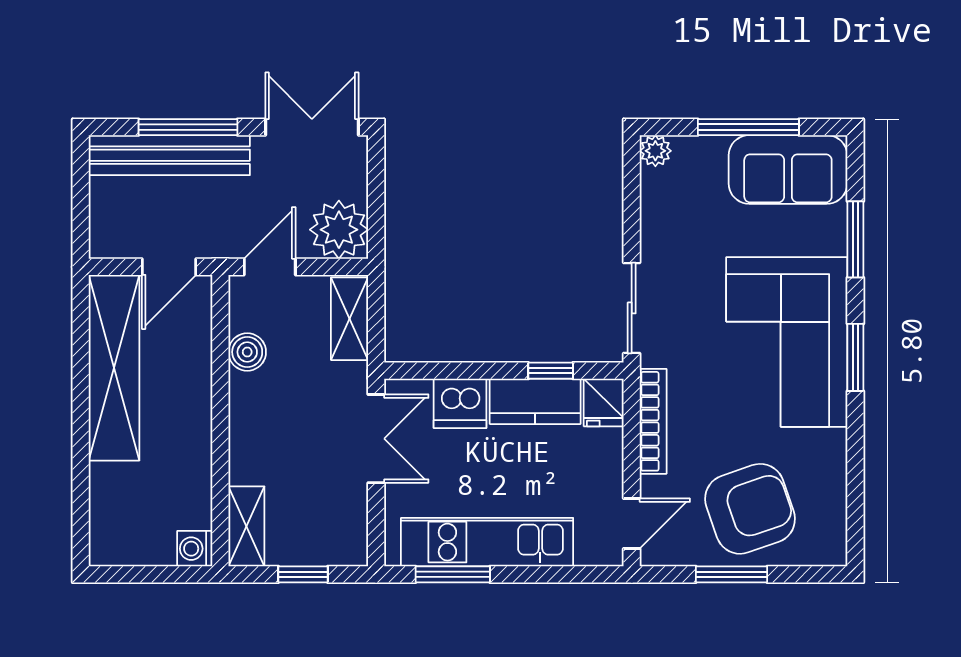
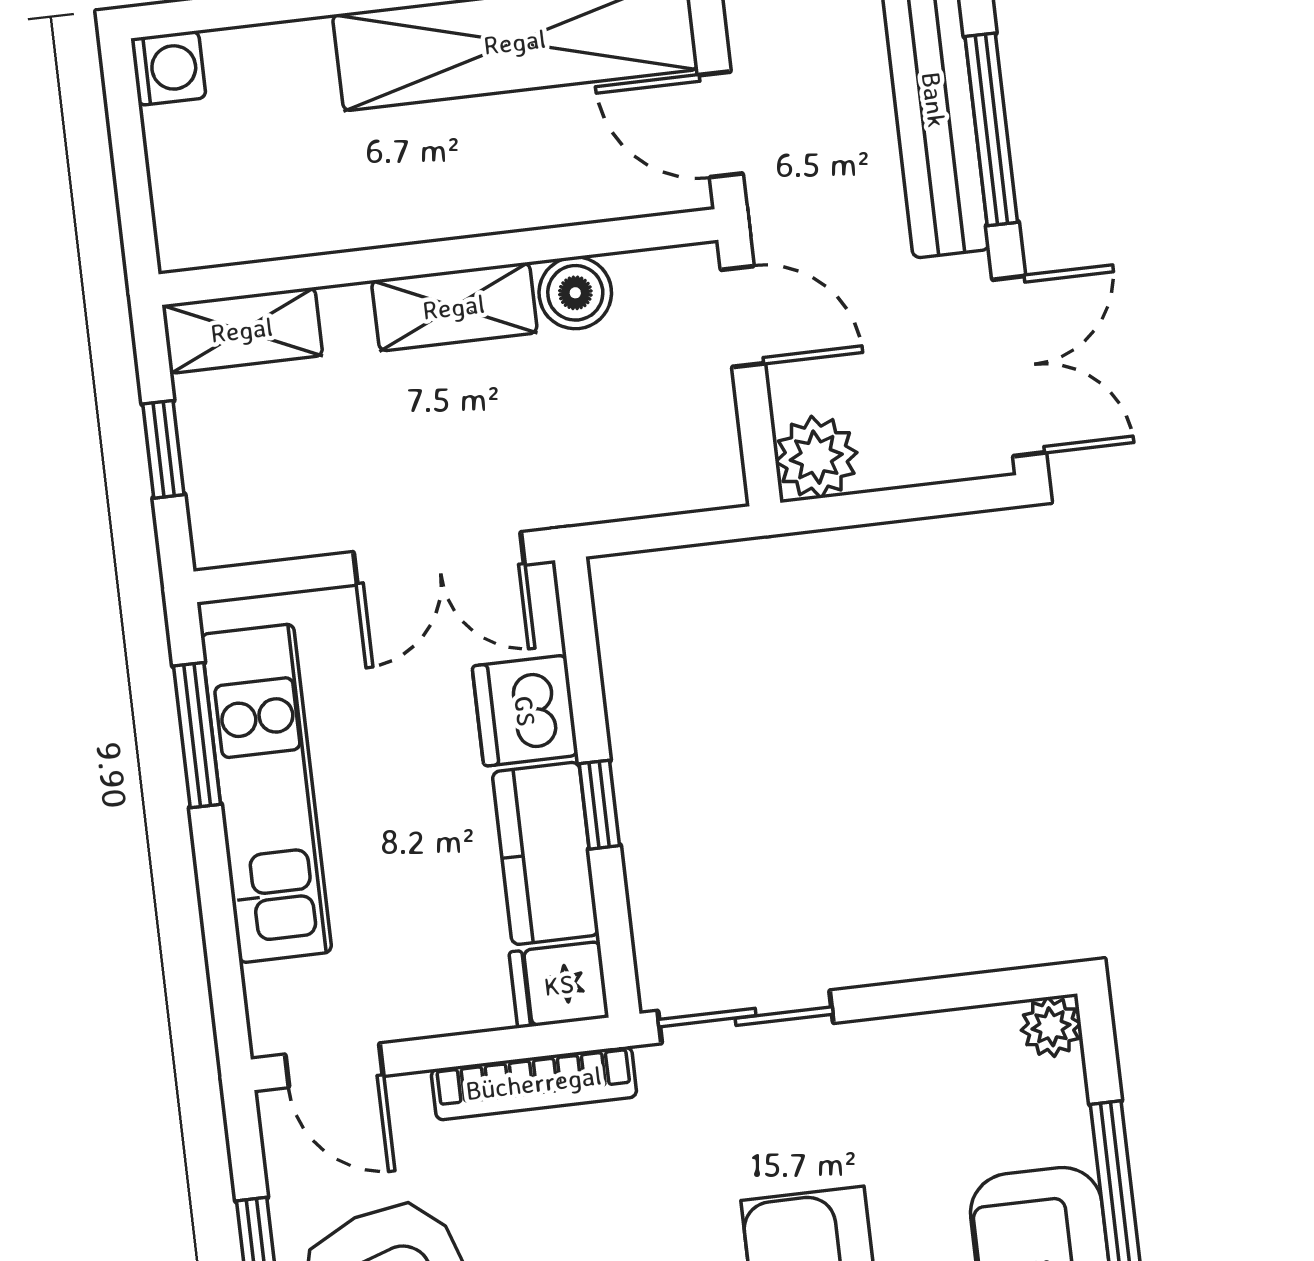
plant: (339, 230) -> (816, 457), width x0.73, depth x0.73
shelving: (350, 319) -> (454, 307), moved
window: (551, 371) -> (599, 805), moved
washing machine: (195, 549) -> (168, 68), moved, turned 90

